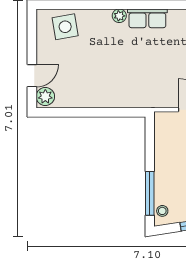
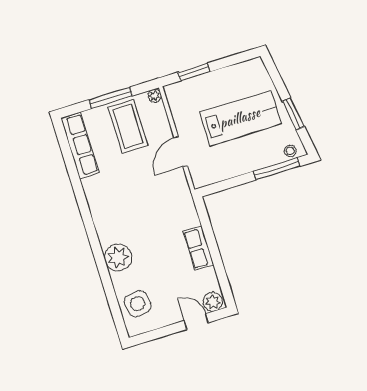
plant: (119, 16) -> (118, 258), width x1.88, depth x1.88
row of seats: (147, 18) -> (198, 248), moved, turned 180

